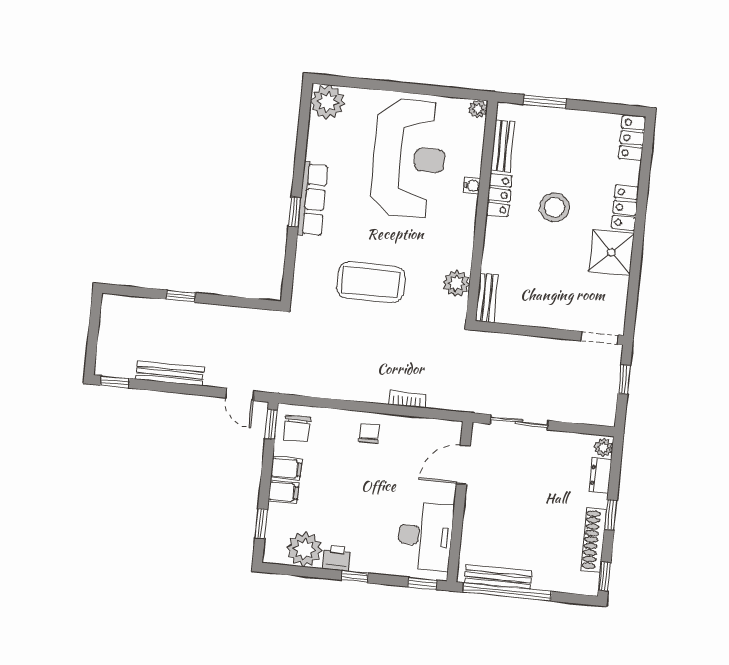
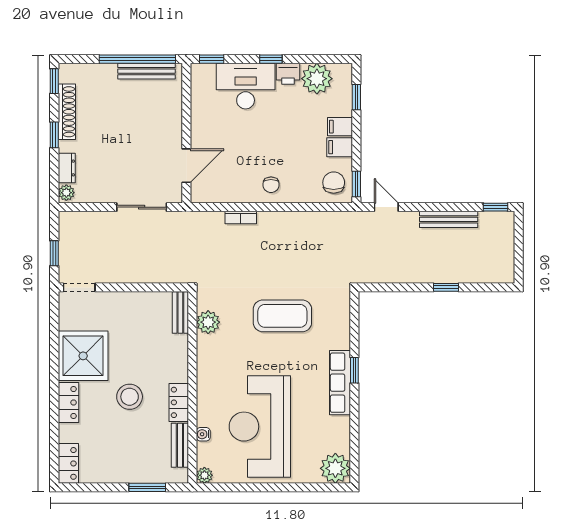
water cooler: (472, 186) -> (203, 434), moved
shower: (611, 252) -> (83, 356), width x1.37, depth x1.37
desk: (425, 536) -> (246, 86), moved, turned 90

